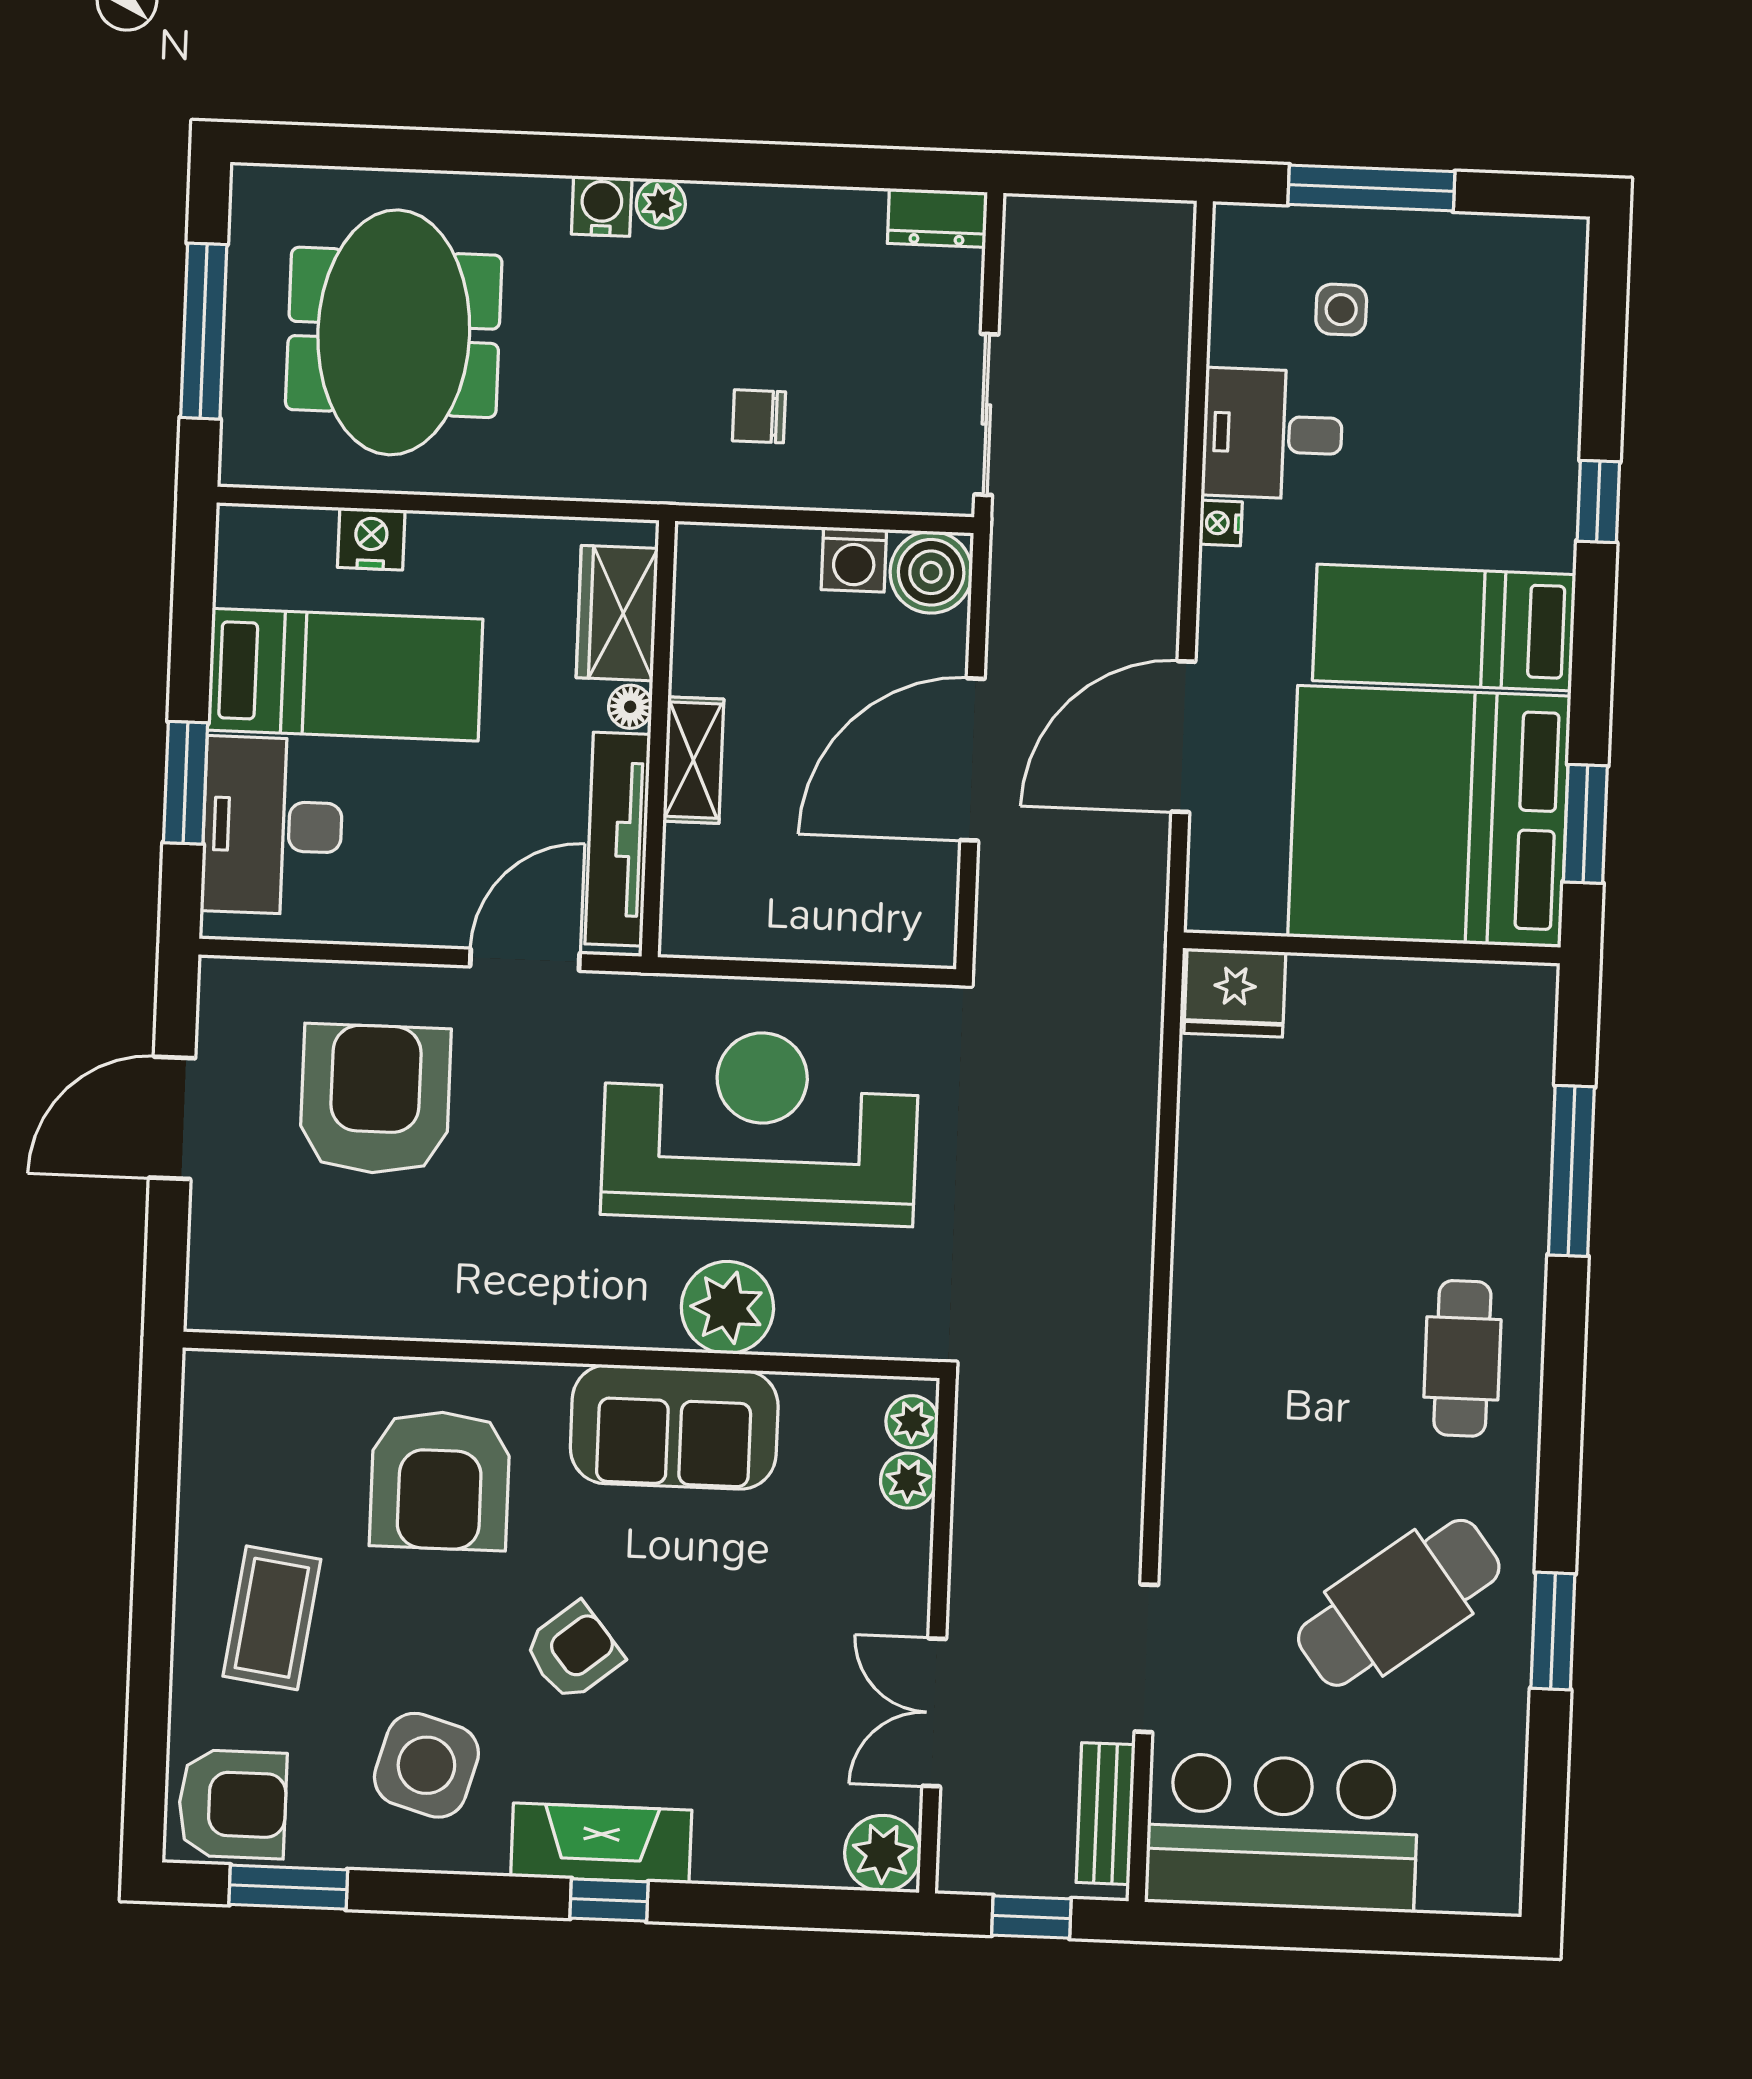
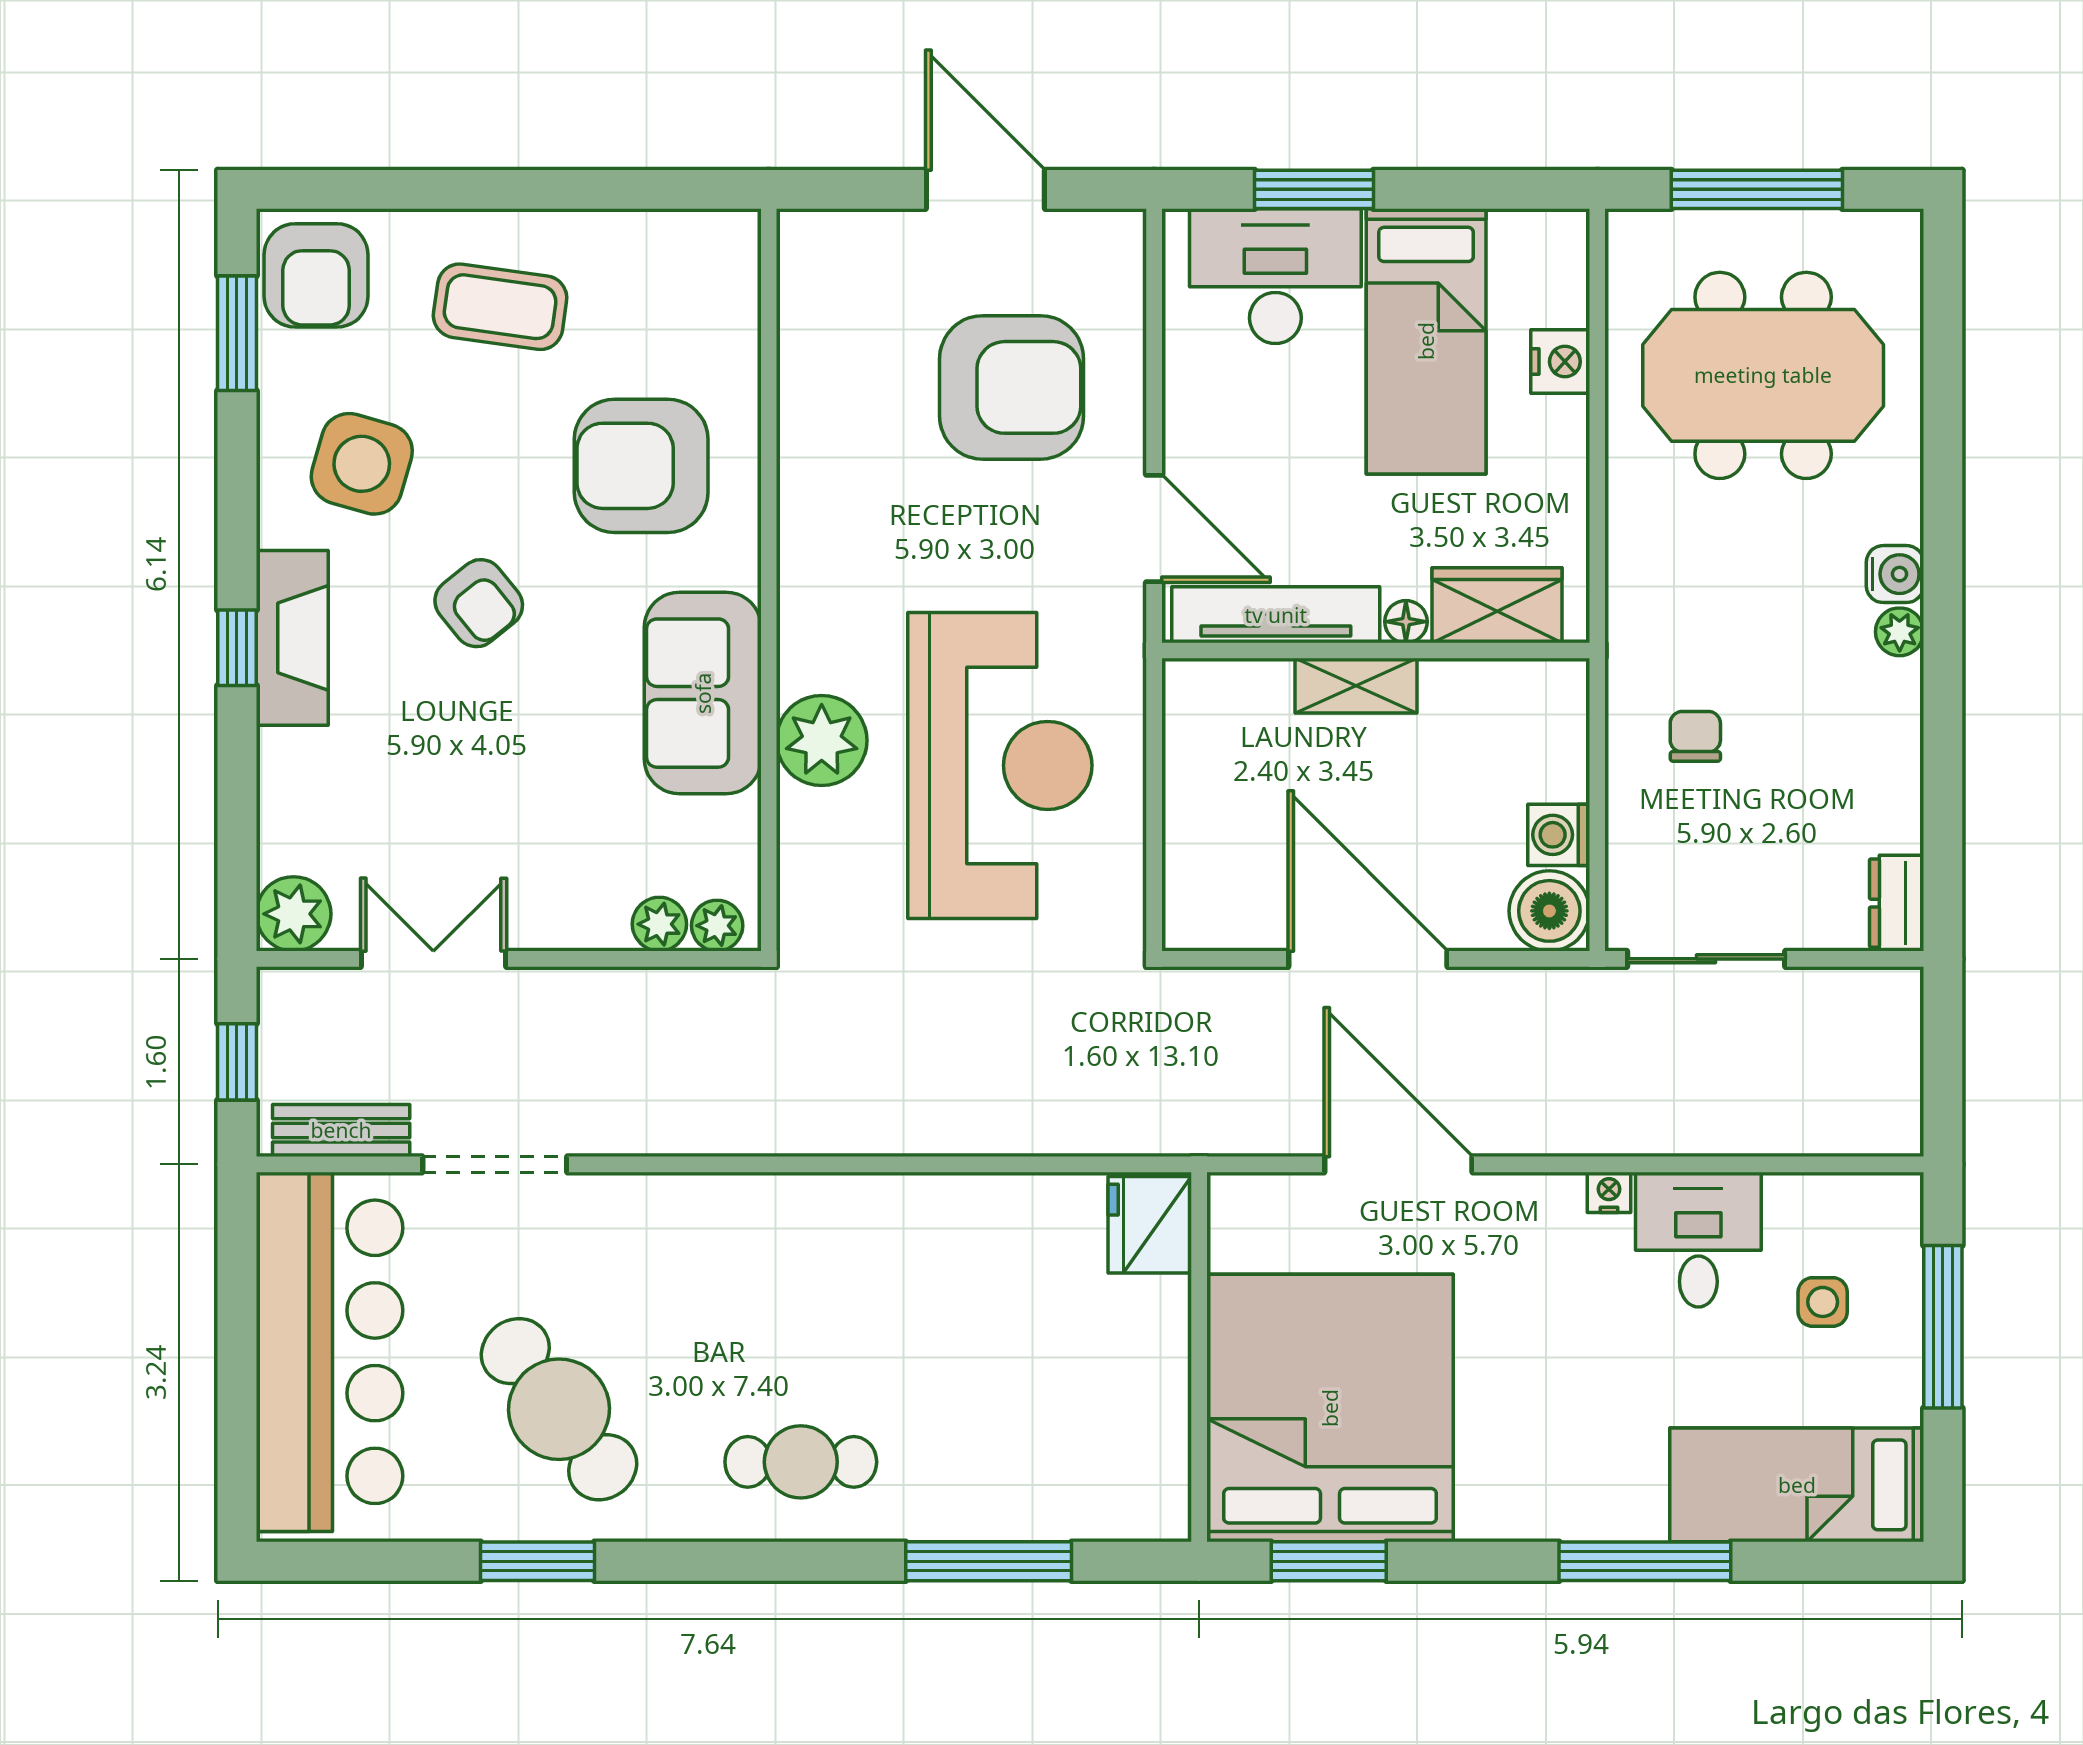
window: (1598, 501) -> (1645, 1561), width x2.17
bed: (1444, 628) -> (1797, 1485), moved, turned -90
bar counter: (1282, 1833) -> (329, 1352), width x1.36

